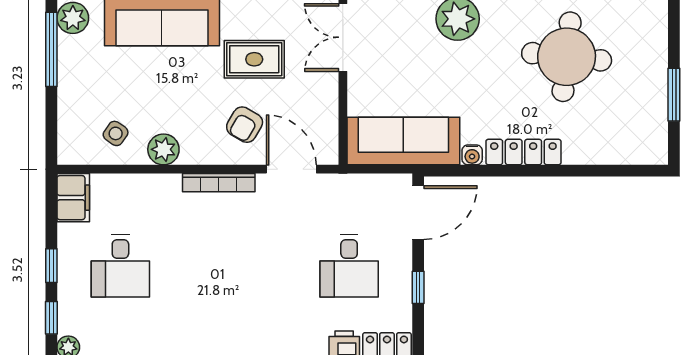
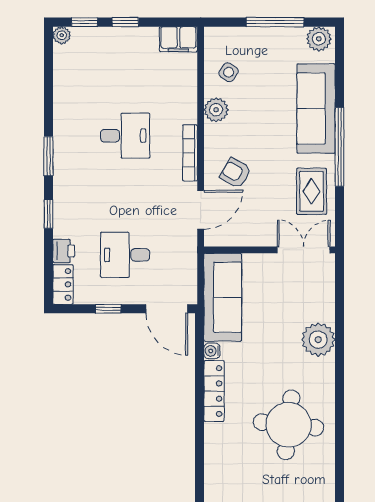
window: (51, 49) -> (275, 22), moved
rug: (254, 59) -> (311, 191), moved
desk: (120, 266) -> (125, 136), moved, turned 180

